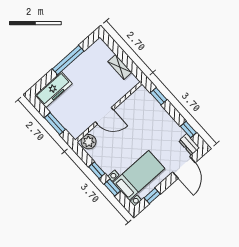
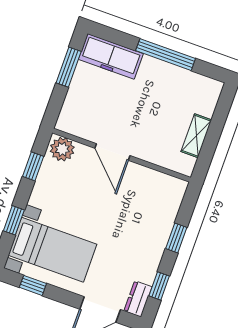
window: (159, 96) -> (176, 238), moved
window: (55, 124) -> (69, 67), moved
window: (97, 170) -> (33, 166), moved

